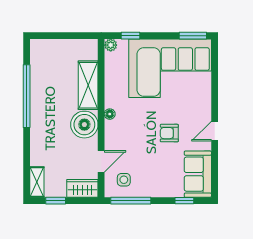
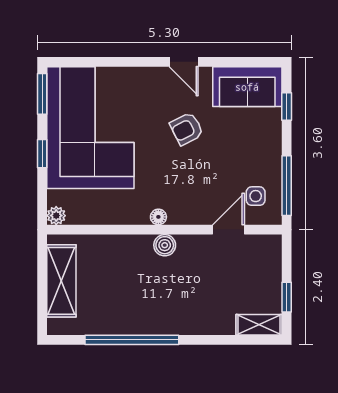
window: (130, 36) -> (42, 154), moved
shelving: (88, 85) -> (61, 281), moved, turned 90
boiler: (84, 125) -> (165, 245), width x0.54, depth x0.54
armchair: (169, 133) -> (187, 129), turned 63
door: (101, 161) -> (229, 230), hinge flipped
wardrobe: (82, 188) -> (269, 257), removed

